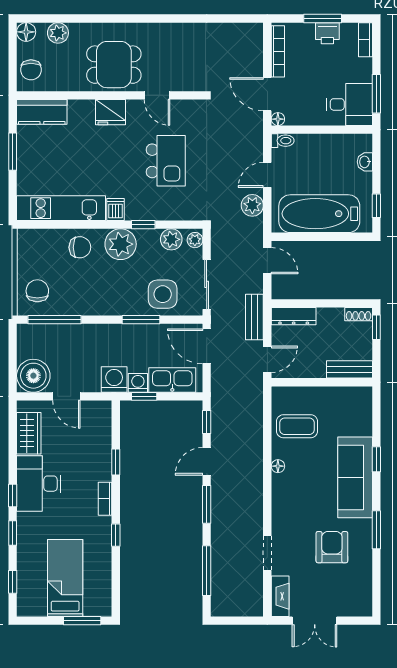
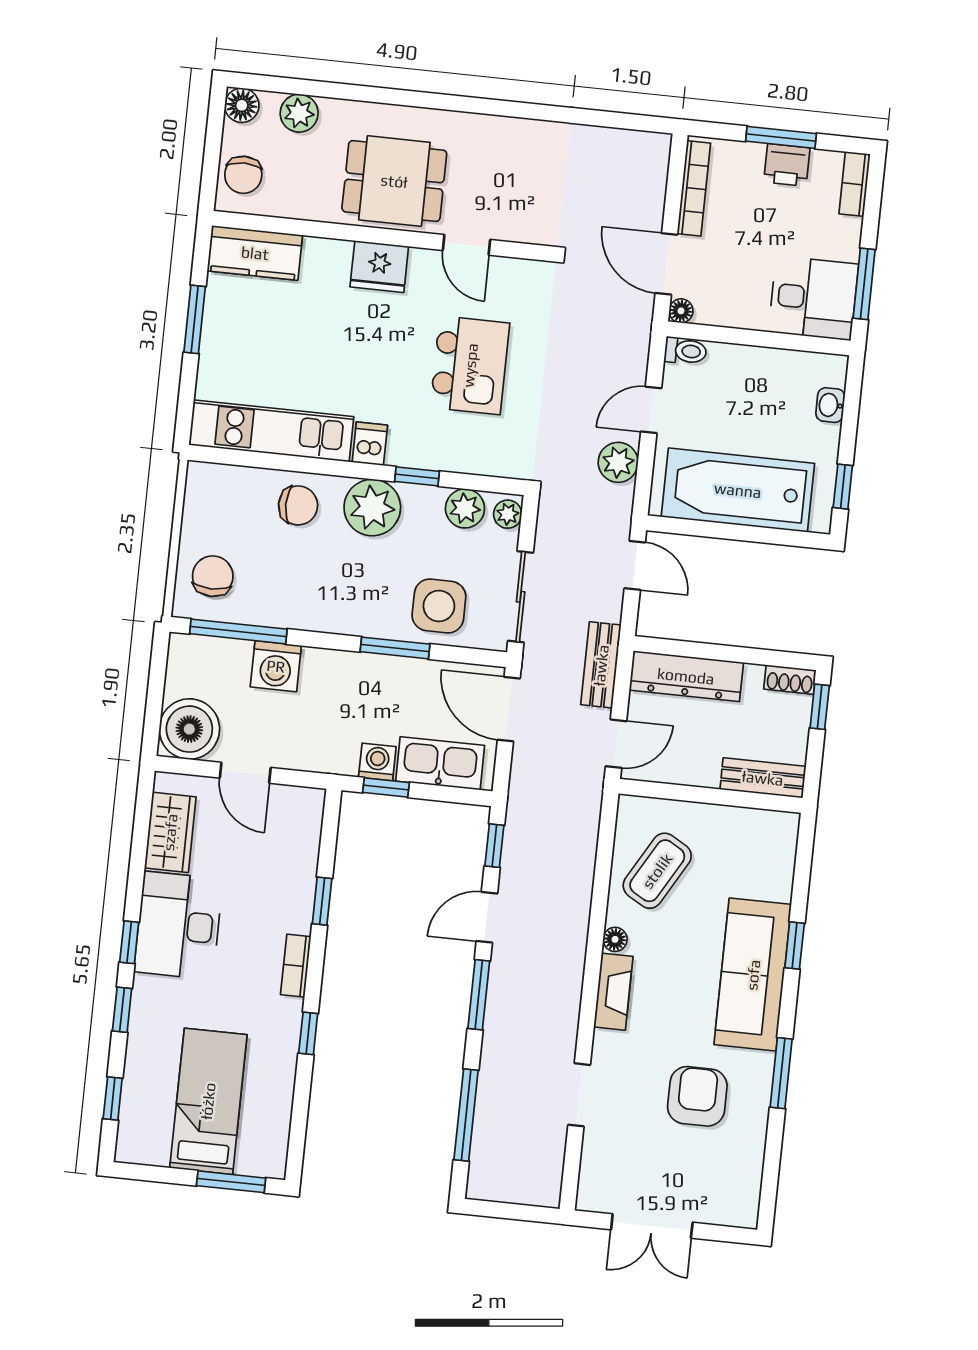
dresser: (294, 316) -> (686, 676), width x1.37, depth x1.24
washing machine: (114, 380) -> (276, 666), moved, turned 180
coffee table: (297, 426) -> (657, 871), turned -60
fireplace: (280, 596) -> (613, 992), moved

